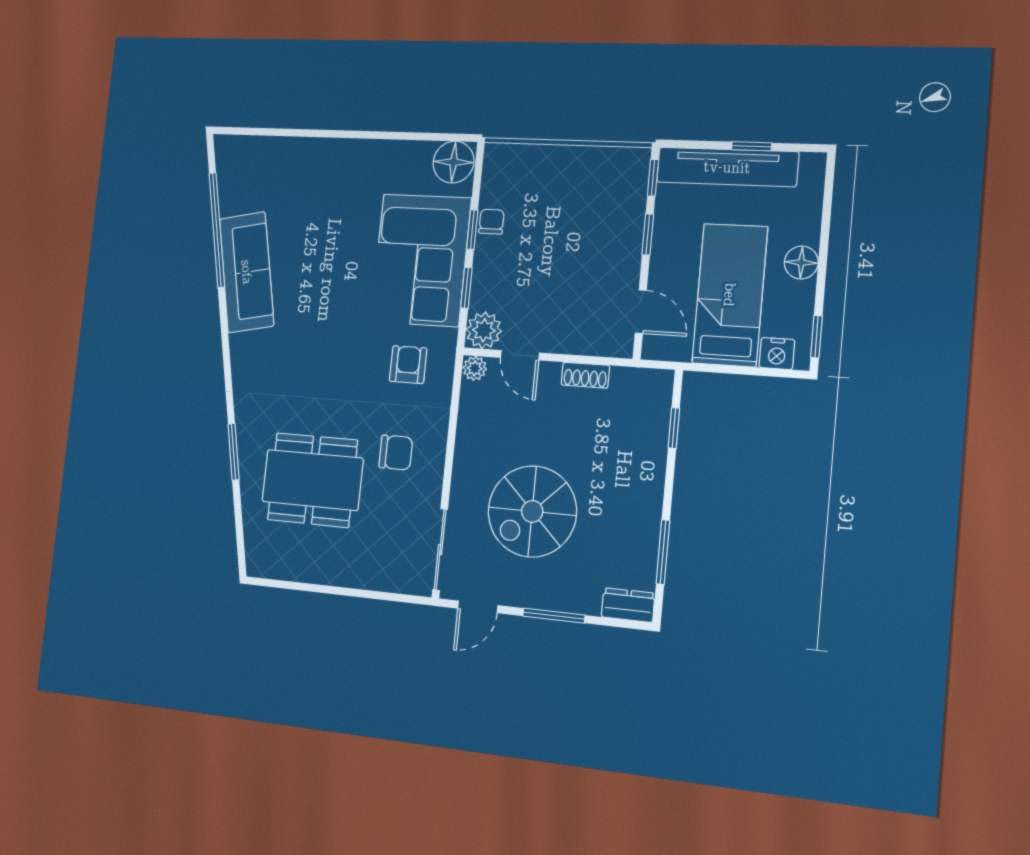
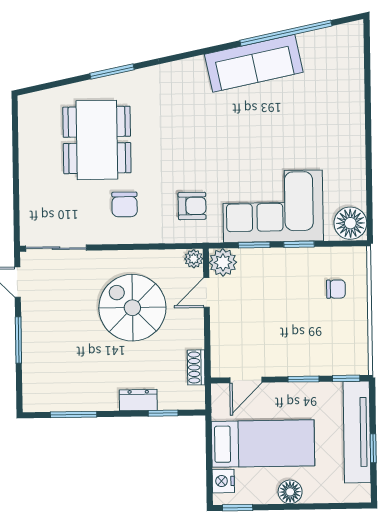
chair: (491, 222) -> (336, 289), moved
shoe rack: (585, 375) -> (196, 367), moved
spiral stairs: (532, 511) -> (132, 308), moved
dresser: (628, 605) -> (138, 400), moved, turned -90

